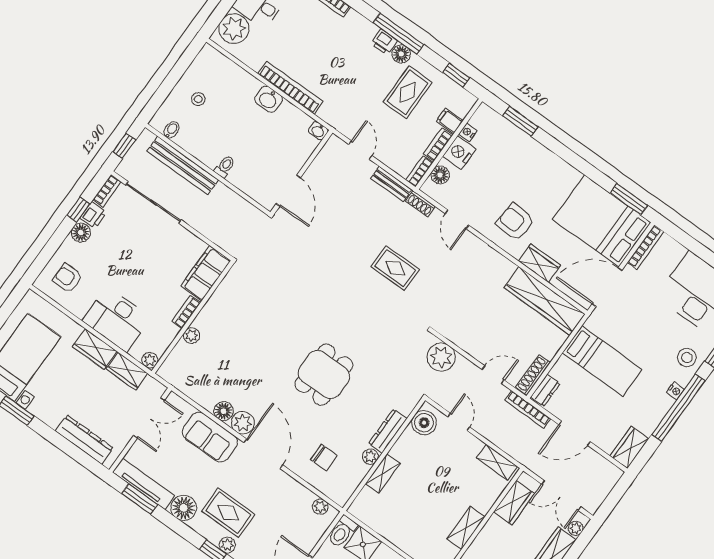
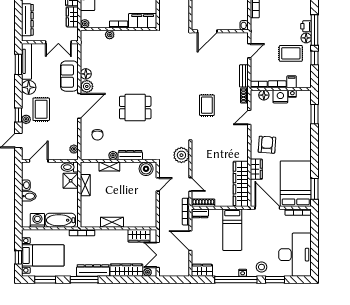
window: (456, 75) -> (315, 58), moved
shelving: (497, 462) -> (85, 185), moved

